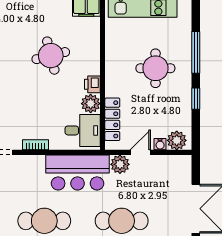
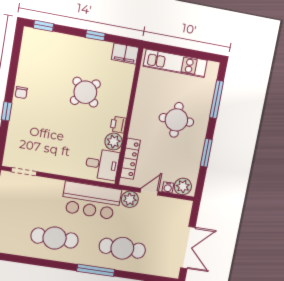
window: (196, 52) -> (217, 99), moved
round table: (51, 56) -> (85, 92), turned -33
window: (196, 99) -> (206, 153), width x1.50
bookcase: (36, 145) -> (58, 170), removed

